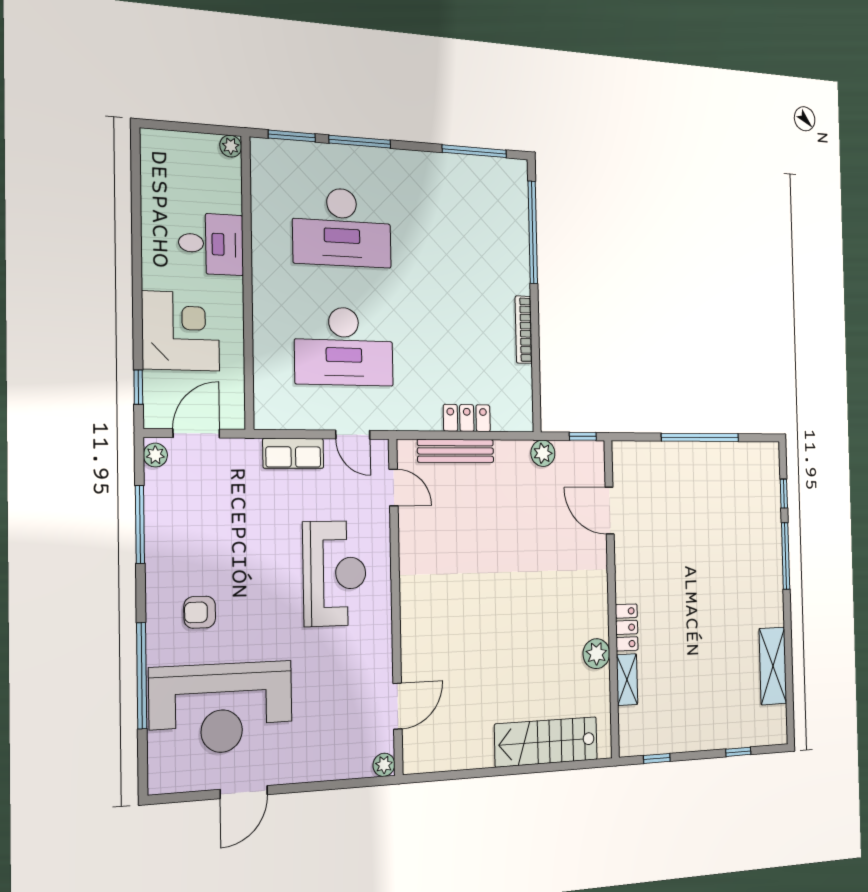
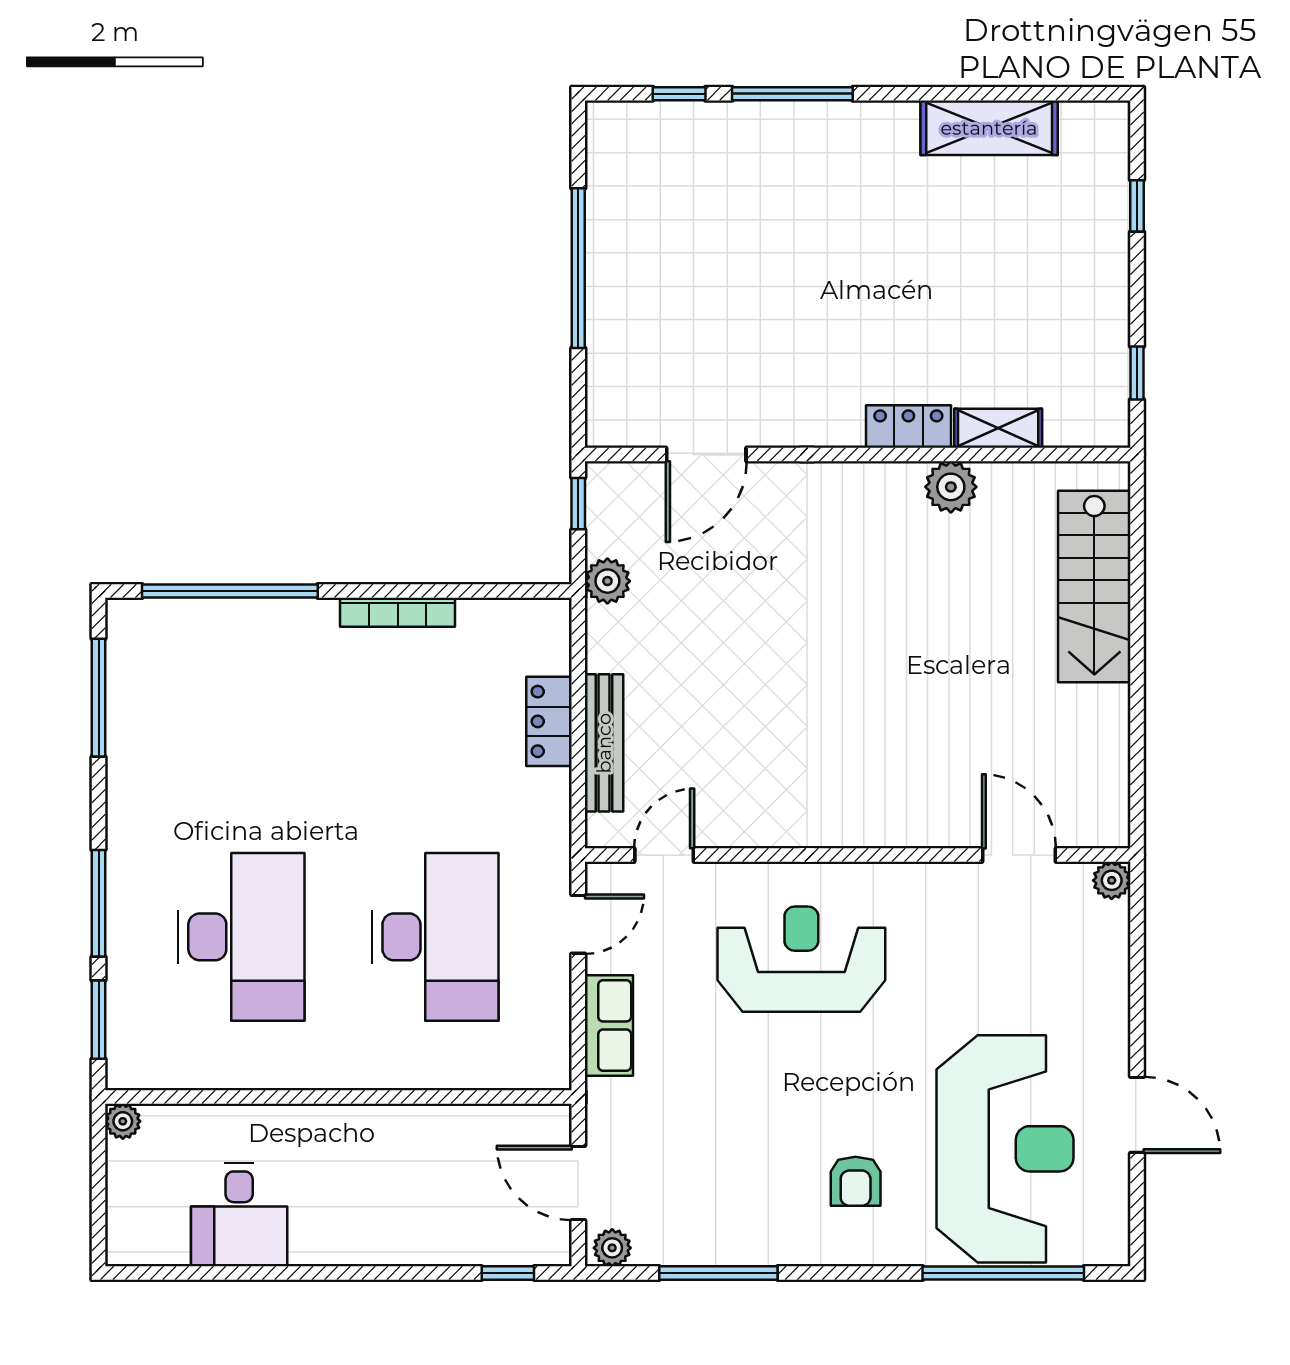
desk: (211, 244) -> (239, 1215), moved, turned 180
corner desk: (181, 331) -> (419, 1206), removed
window: (142, 676) -> (1003, 1273), moved

